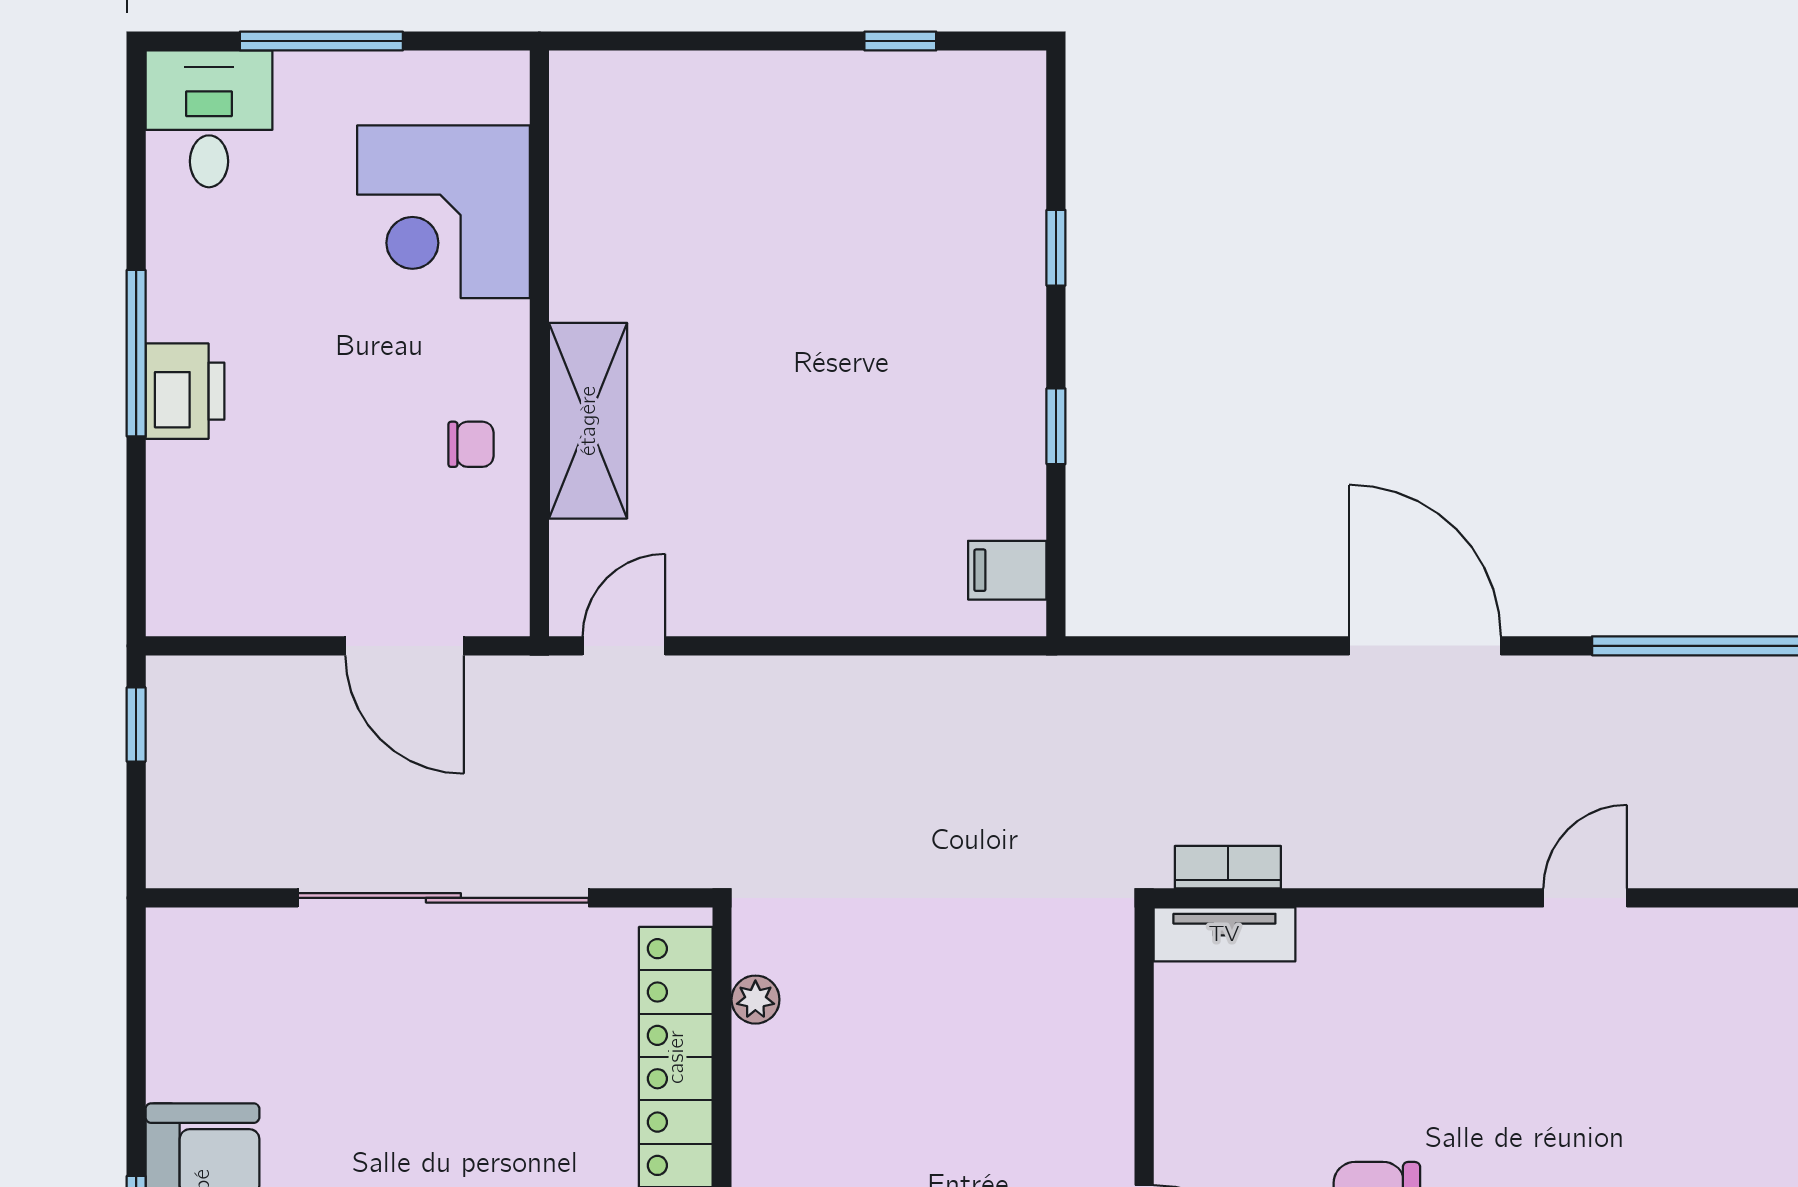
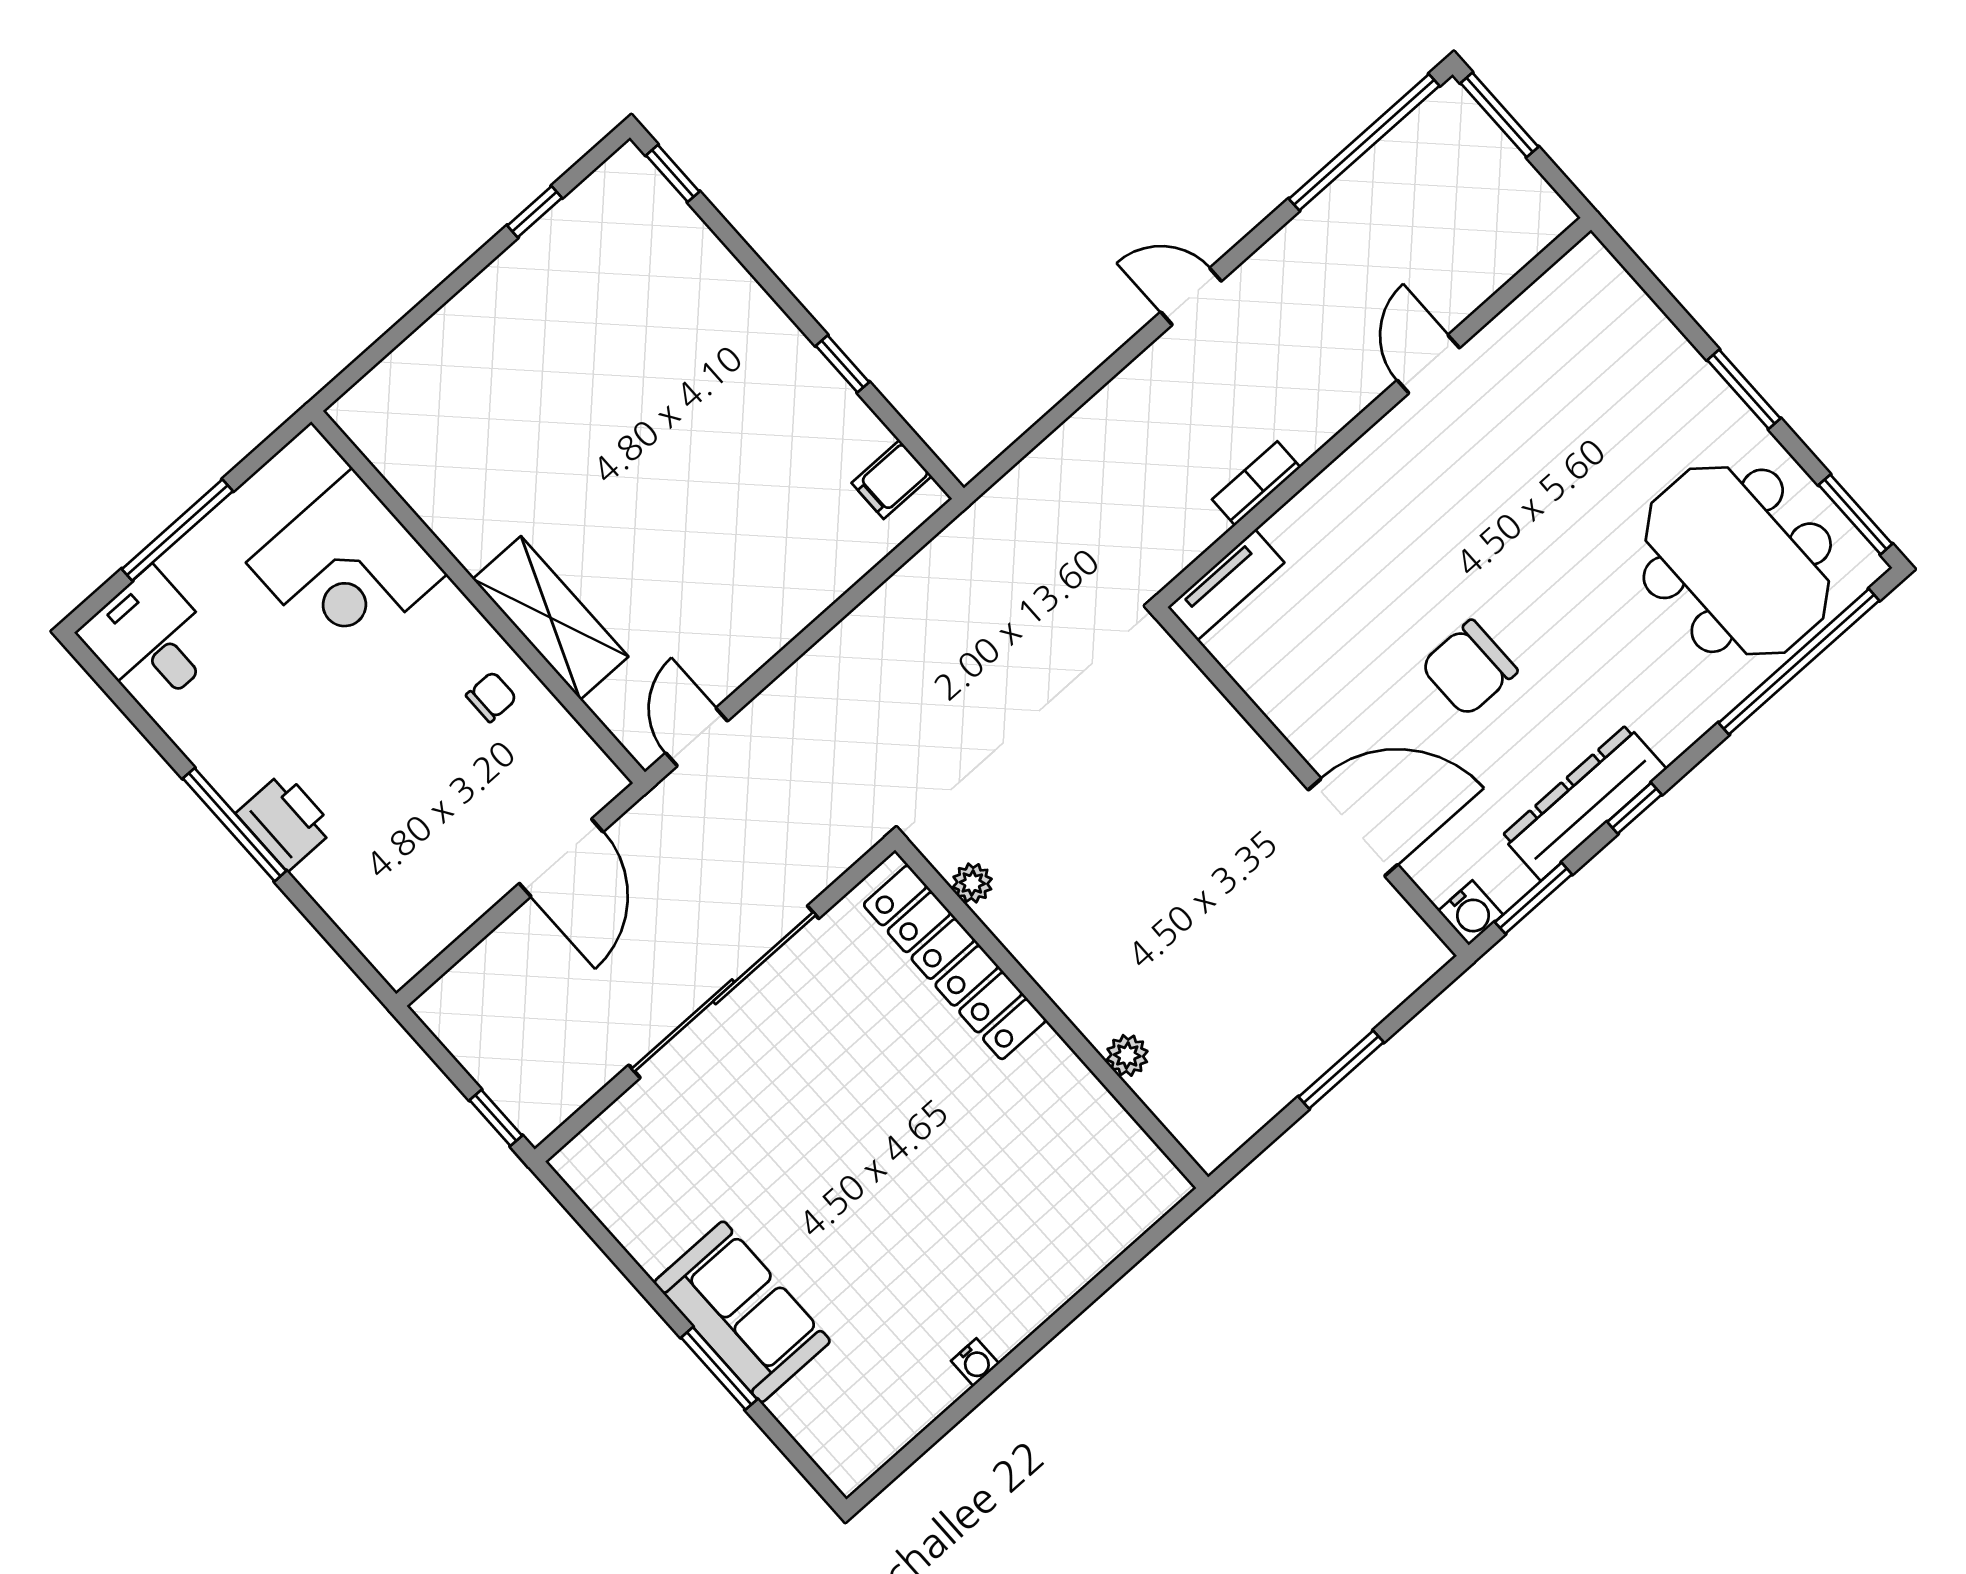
window: (1056, 248) -> (673, 173), moved
door: (405, 646) -> (561, 858), hinge flipped
door: (1425, 646) -> (1191, 297), width x0.53
window: (136, 725) -> (496, 1118), moved
bookcase: (1228, 867) -> (1256, 483), moved

